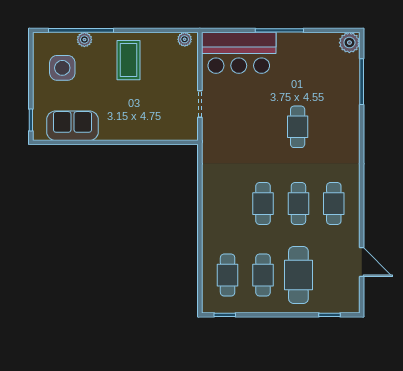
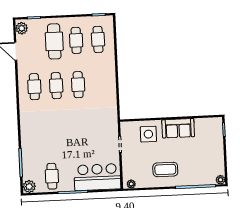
plant: (84, 40) -> (220, 180), moved
coffee table: (128, 60) -> (165, 169), turned 90
side table: (62, 68) -> (148, 134), moved
sofa: (72, 126) -> (178, 128), moved
cafe table: (298, 127) -> (52, 176), moved
plant: (350, 299) -> (22, 28), added

